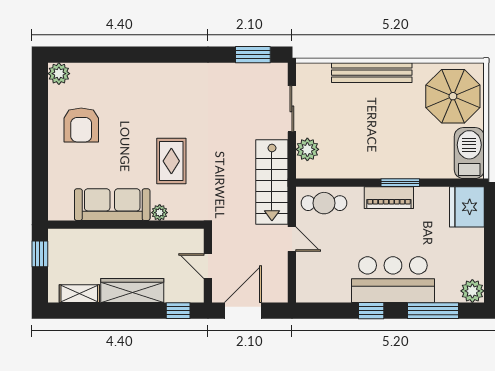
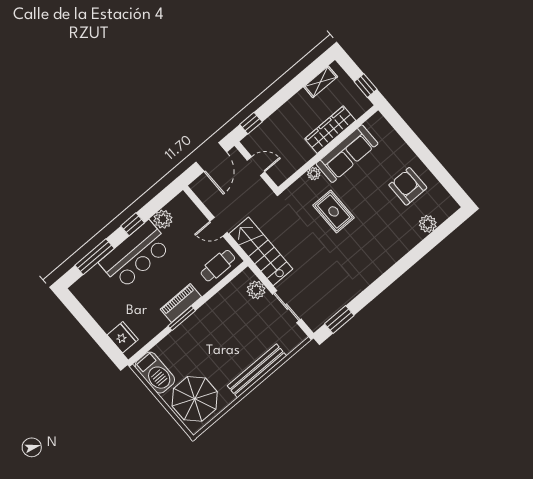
plant: (59, 74) -> (428, 224), moved
fridge: (467, 207) -> (123, 337), width x0.73, depth x0.75
wardrobe: (132, 291) -> (330, 130), moved, turned 180
plant: (472, 291) -> (163, 219), moved

